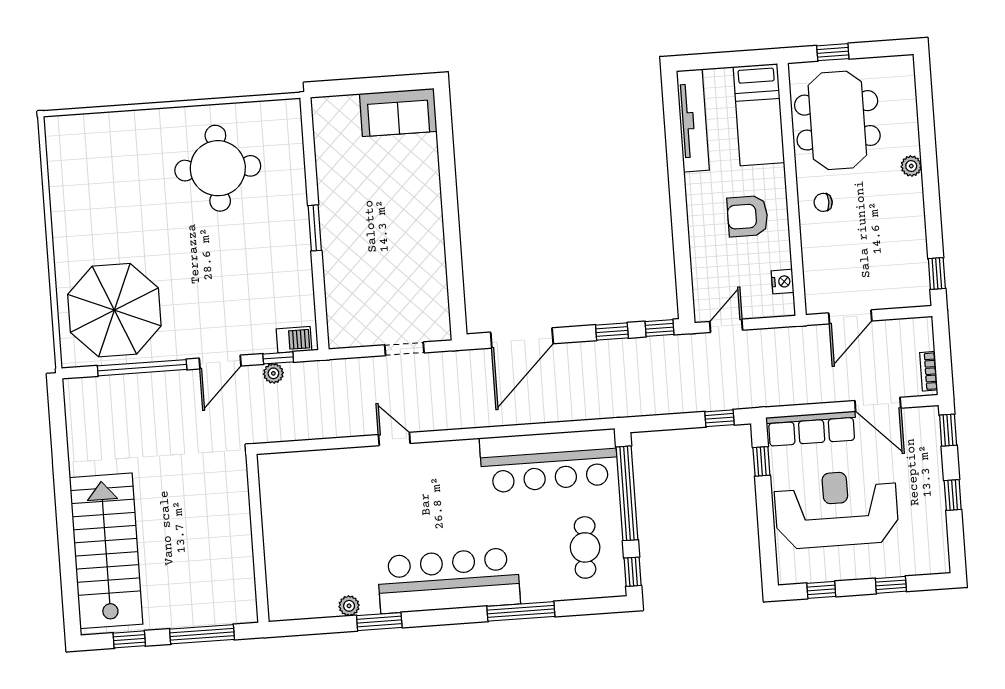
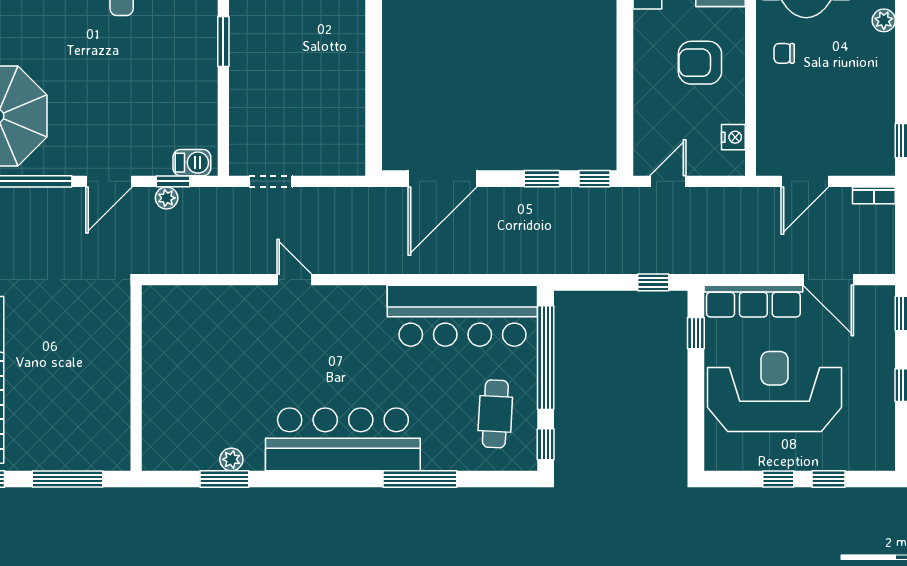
doorway: (404, 349) -> (271, 181), moved
bookcase: (929, 371) -> (874, 195), moved, turned -90
window: (821, 590) -> (778, 479), moved
window: (379, 622) -> (224, 479), moved

